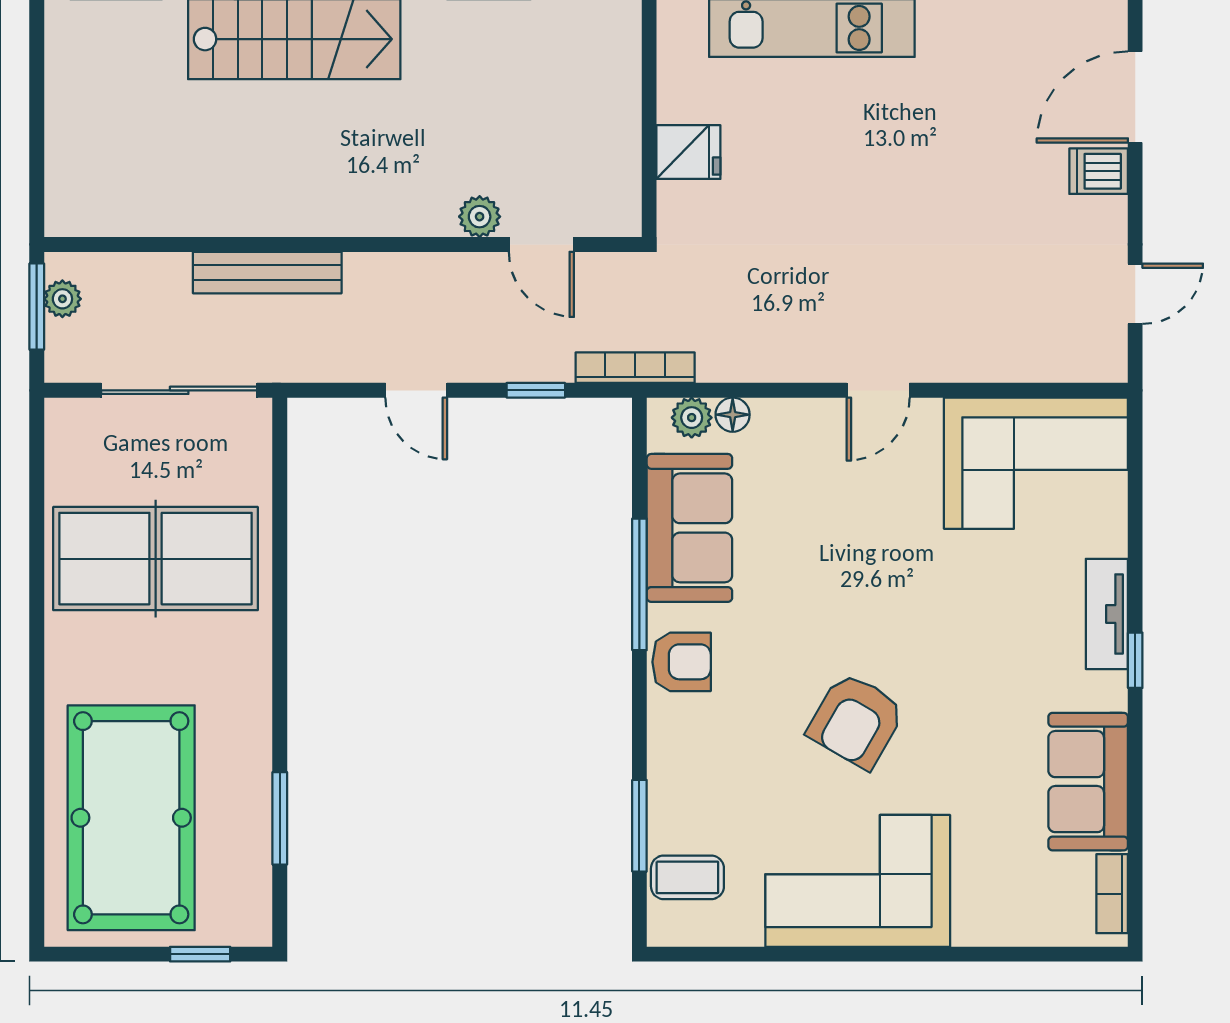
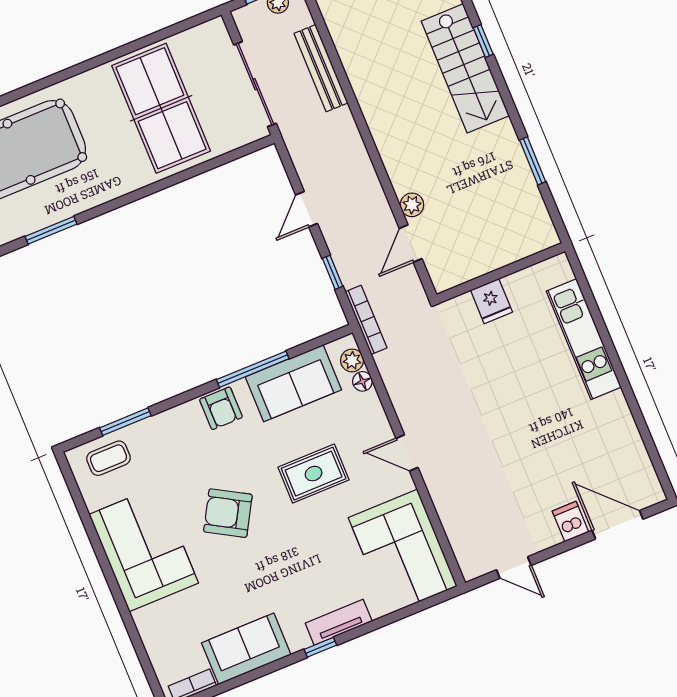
bench: (267, 273) -> (321, 68), moved
rug: (849, 556) -> (314, 474), added
coffee table: (687, 877) -> (109, 458), turned 90

